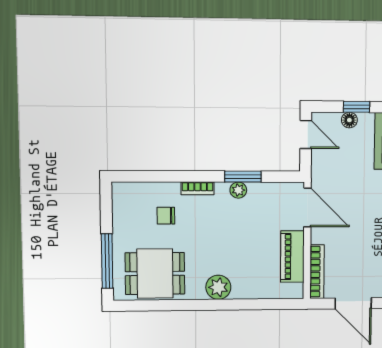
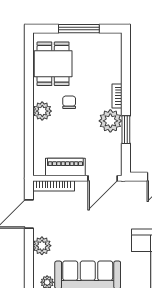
plant: (238, 190) -> (110, 121), width x1.88, depth x1.88
chair: (166, 216) -> (69, 102), moved
window: (107, 261) -> (79, 29), moved

